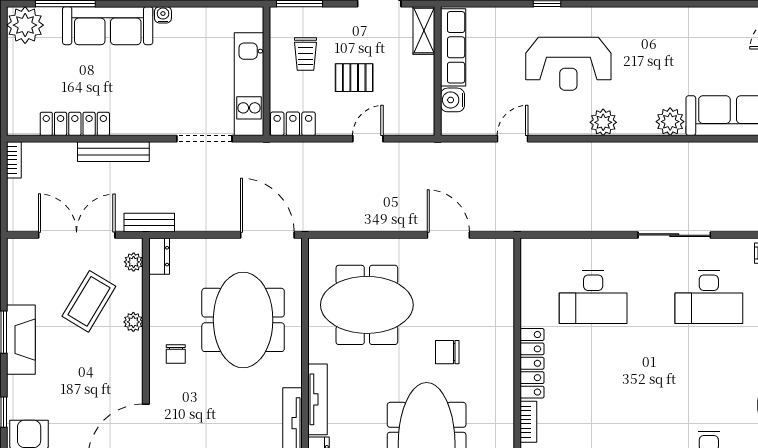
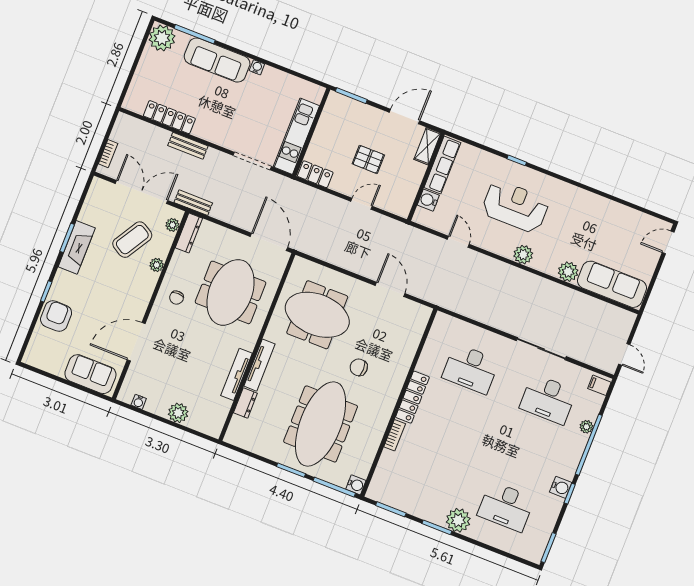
trolley: (306, 54) -> (342, 131), removed
reception desk: (568, 64) -> (515, 206), turned 180
door: (512, 139) -> (458, 242), hinge flipped
bench: (113, 152) -> (188, 146), width x0.73
bookcase: (14, 160) -> (108, 154), moved
dresser: (159, 256) -> (189, 233), width x1.44

